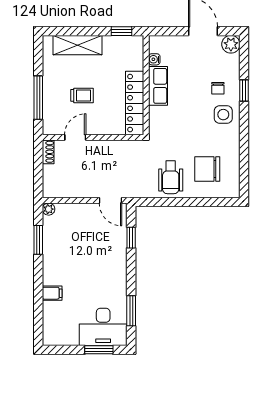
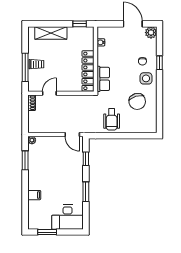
row of seats: (158, 86) -> (103, 79), moved
trolley: (82, 95) -> (36, 64), moved
chair: (207, 169) -> (137, 101), moved, turned -107
window: (131, 311) -> (86, 192), moved
window: (99, 350) -> (47, 232), moved

